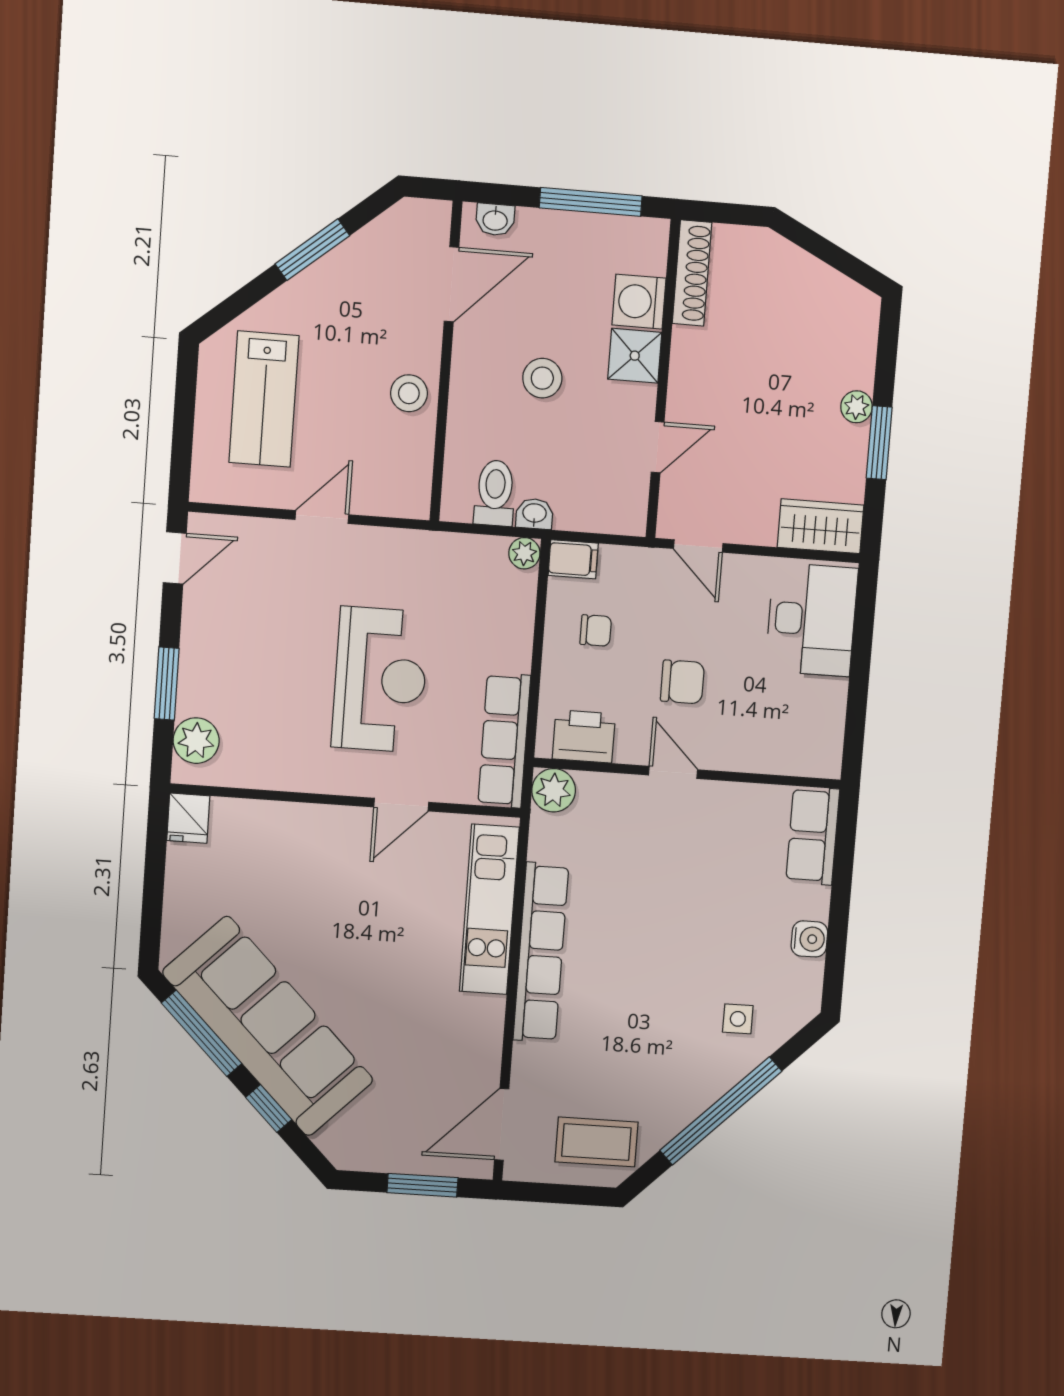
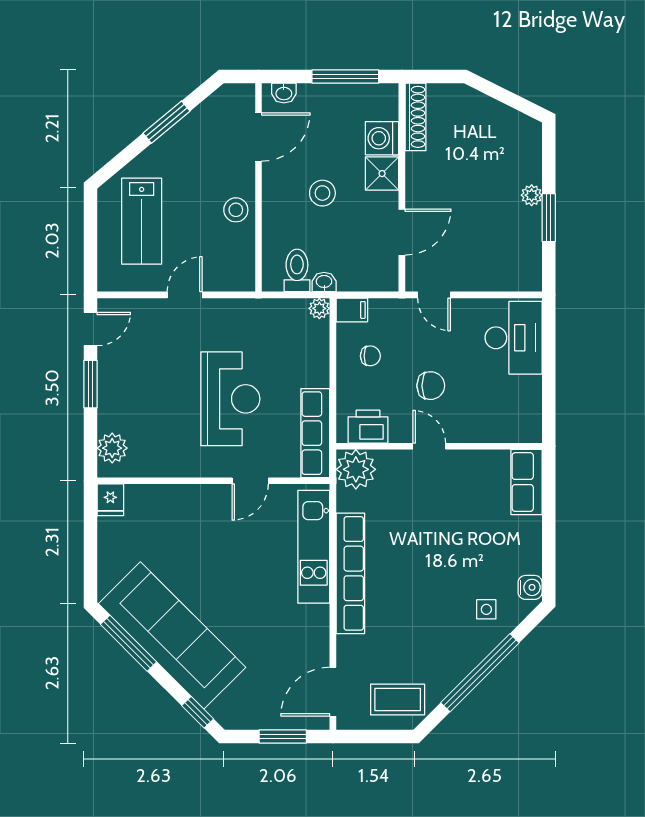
door: (658, 447) -> (402, 232), width x1.38
wardrobe: (820, 526) -> (514, 276), removed
window: (167, 683) -> (90, 384), moved
plant: (554, 790) -> (356, 469), width x1.36, depth x1.36
water cooler: (809, 939) -> (530, 587), moved
window: (269, 1109) -> (198, 712), moved

